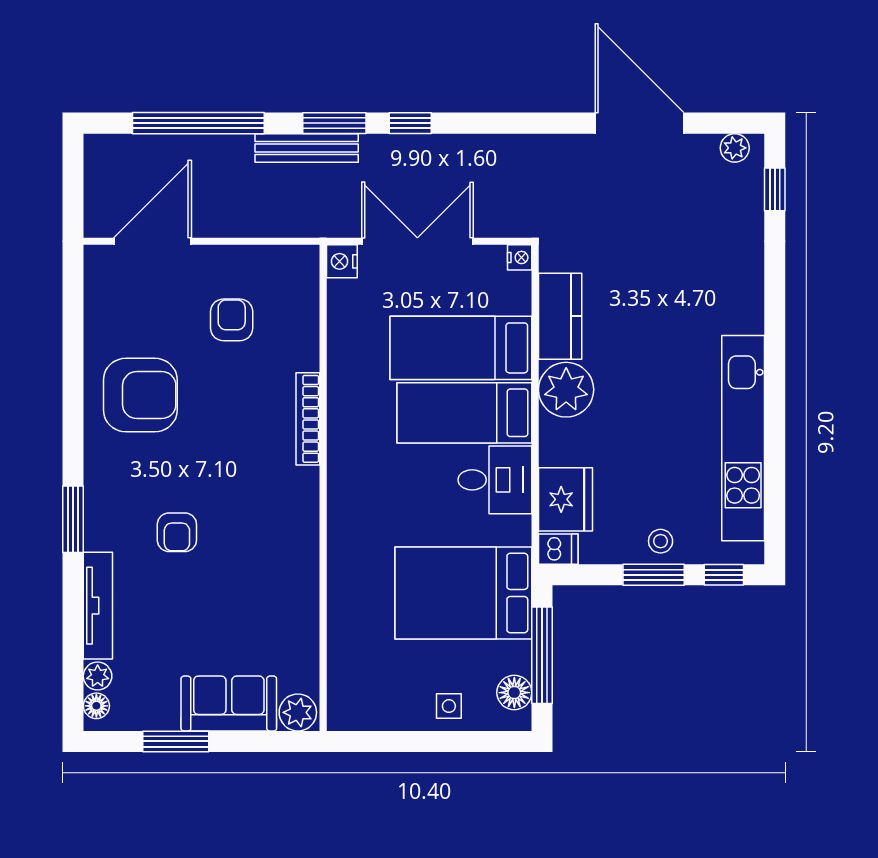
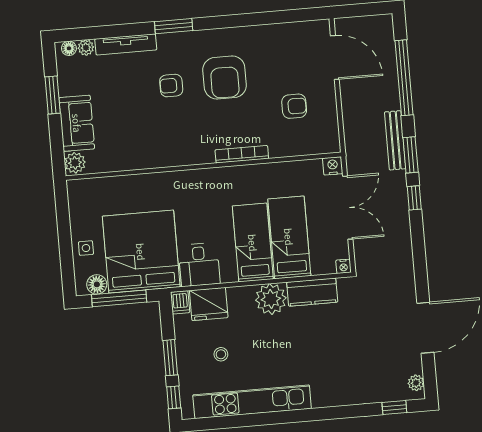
armchair: (140, 395) -> (225, 77), moved
desk: (495, 480) -> (199, 265), moved
stool: (661, 541) -> (221, 354), moved
bed: (463, 593) -> (141, 252), width x1.36

